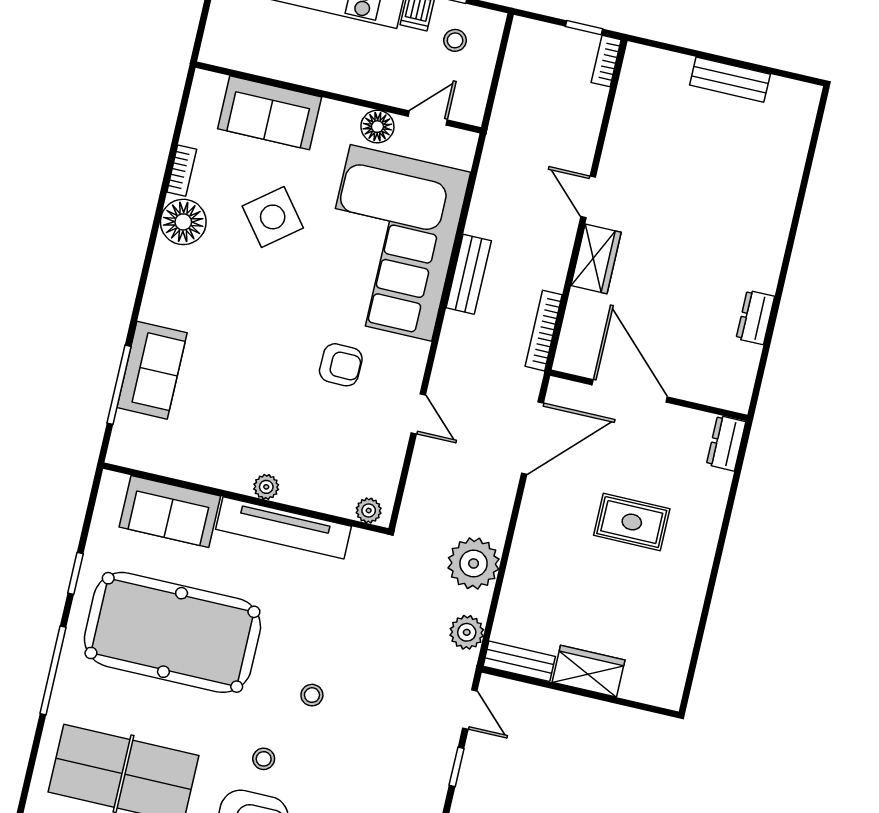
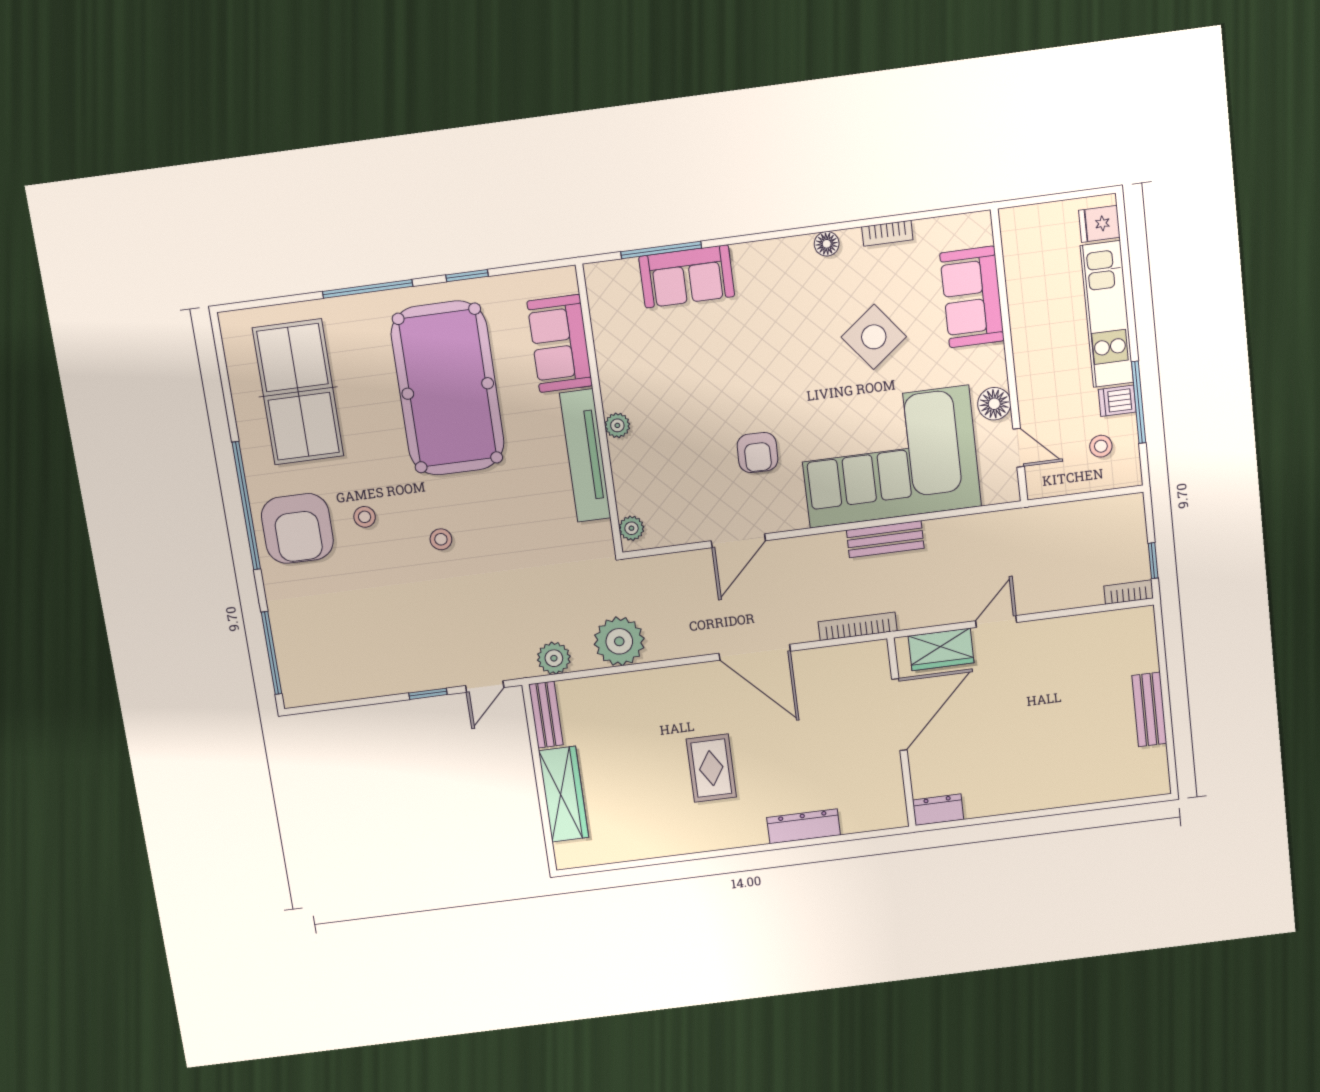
floor lamp: (183, 222) -> (827, 244), width x0.53, depth x0.53
door: (630, 391) -> (899, 715), moved
wall: (649, 395) -> (902, 733), moved
door: (418, 414) -> (738, 541), width x1.38
dresser: (726, 443) -> (804, 826), width x1.44
wardrobe: (589, 671) -> (564, 794), width x1.50

